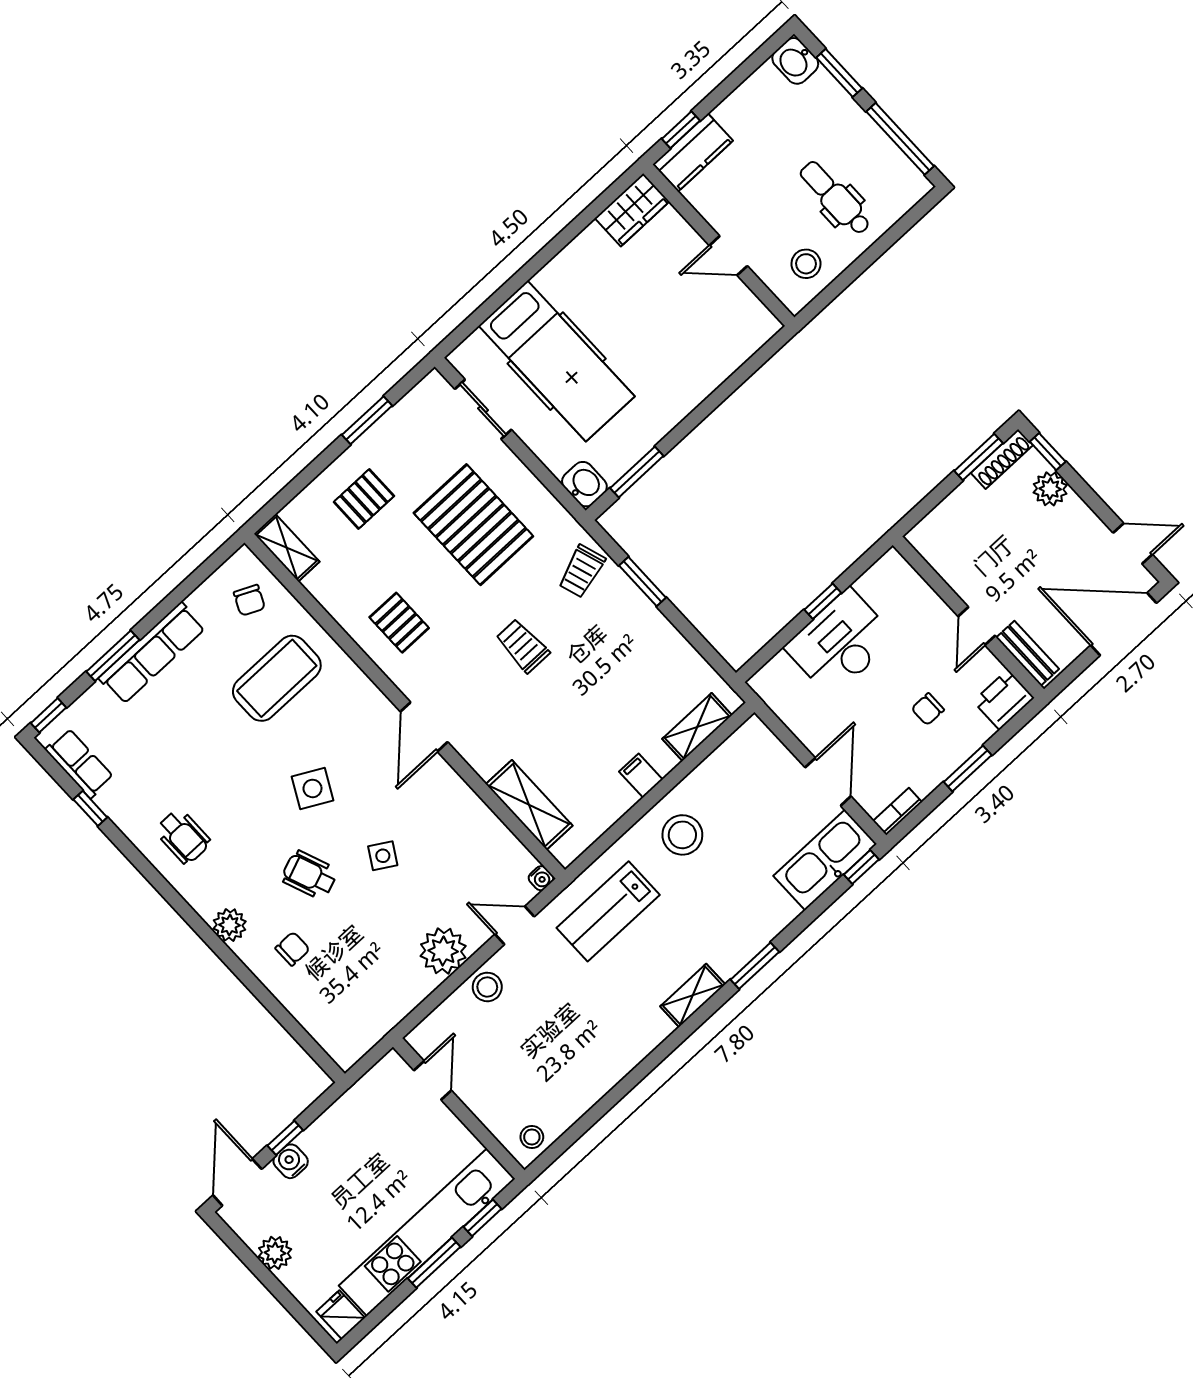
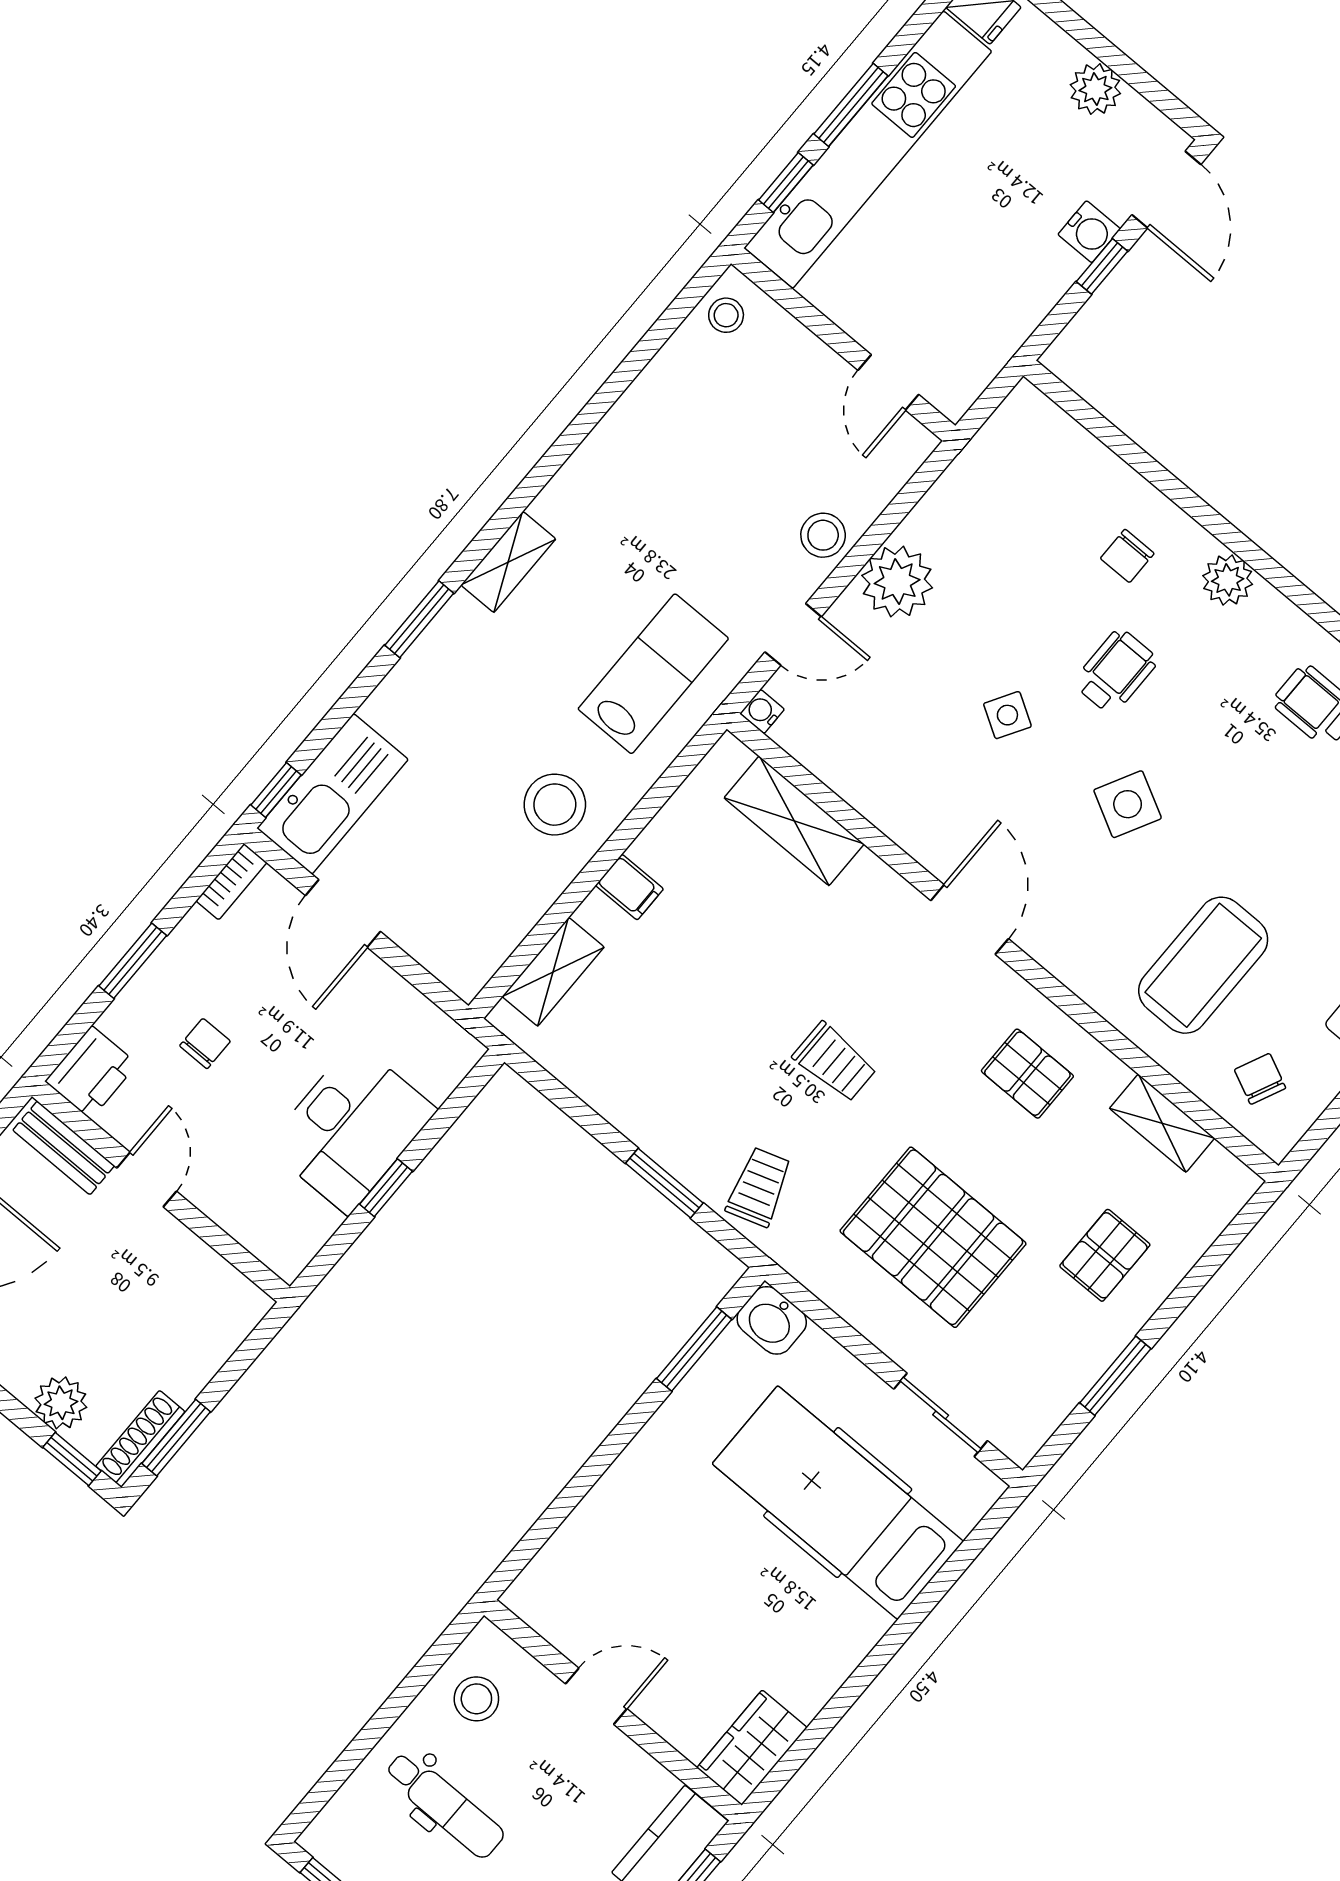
shelving: (287, 548) -> (1162, 1123), moved
wheelchair: (309, 875) -> (1116, 672), turned -69

